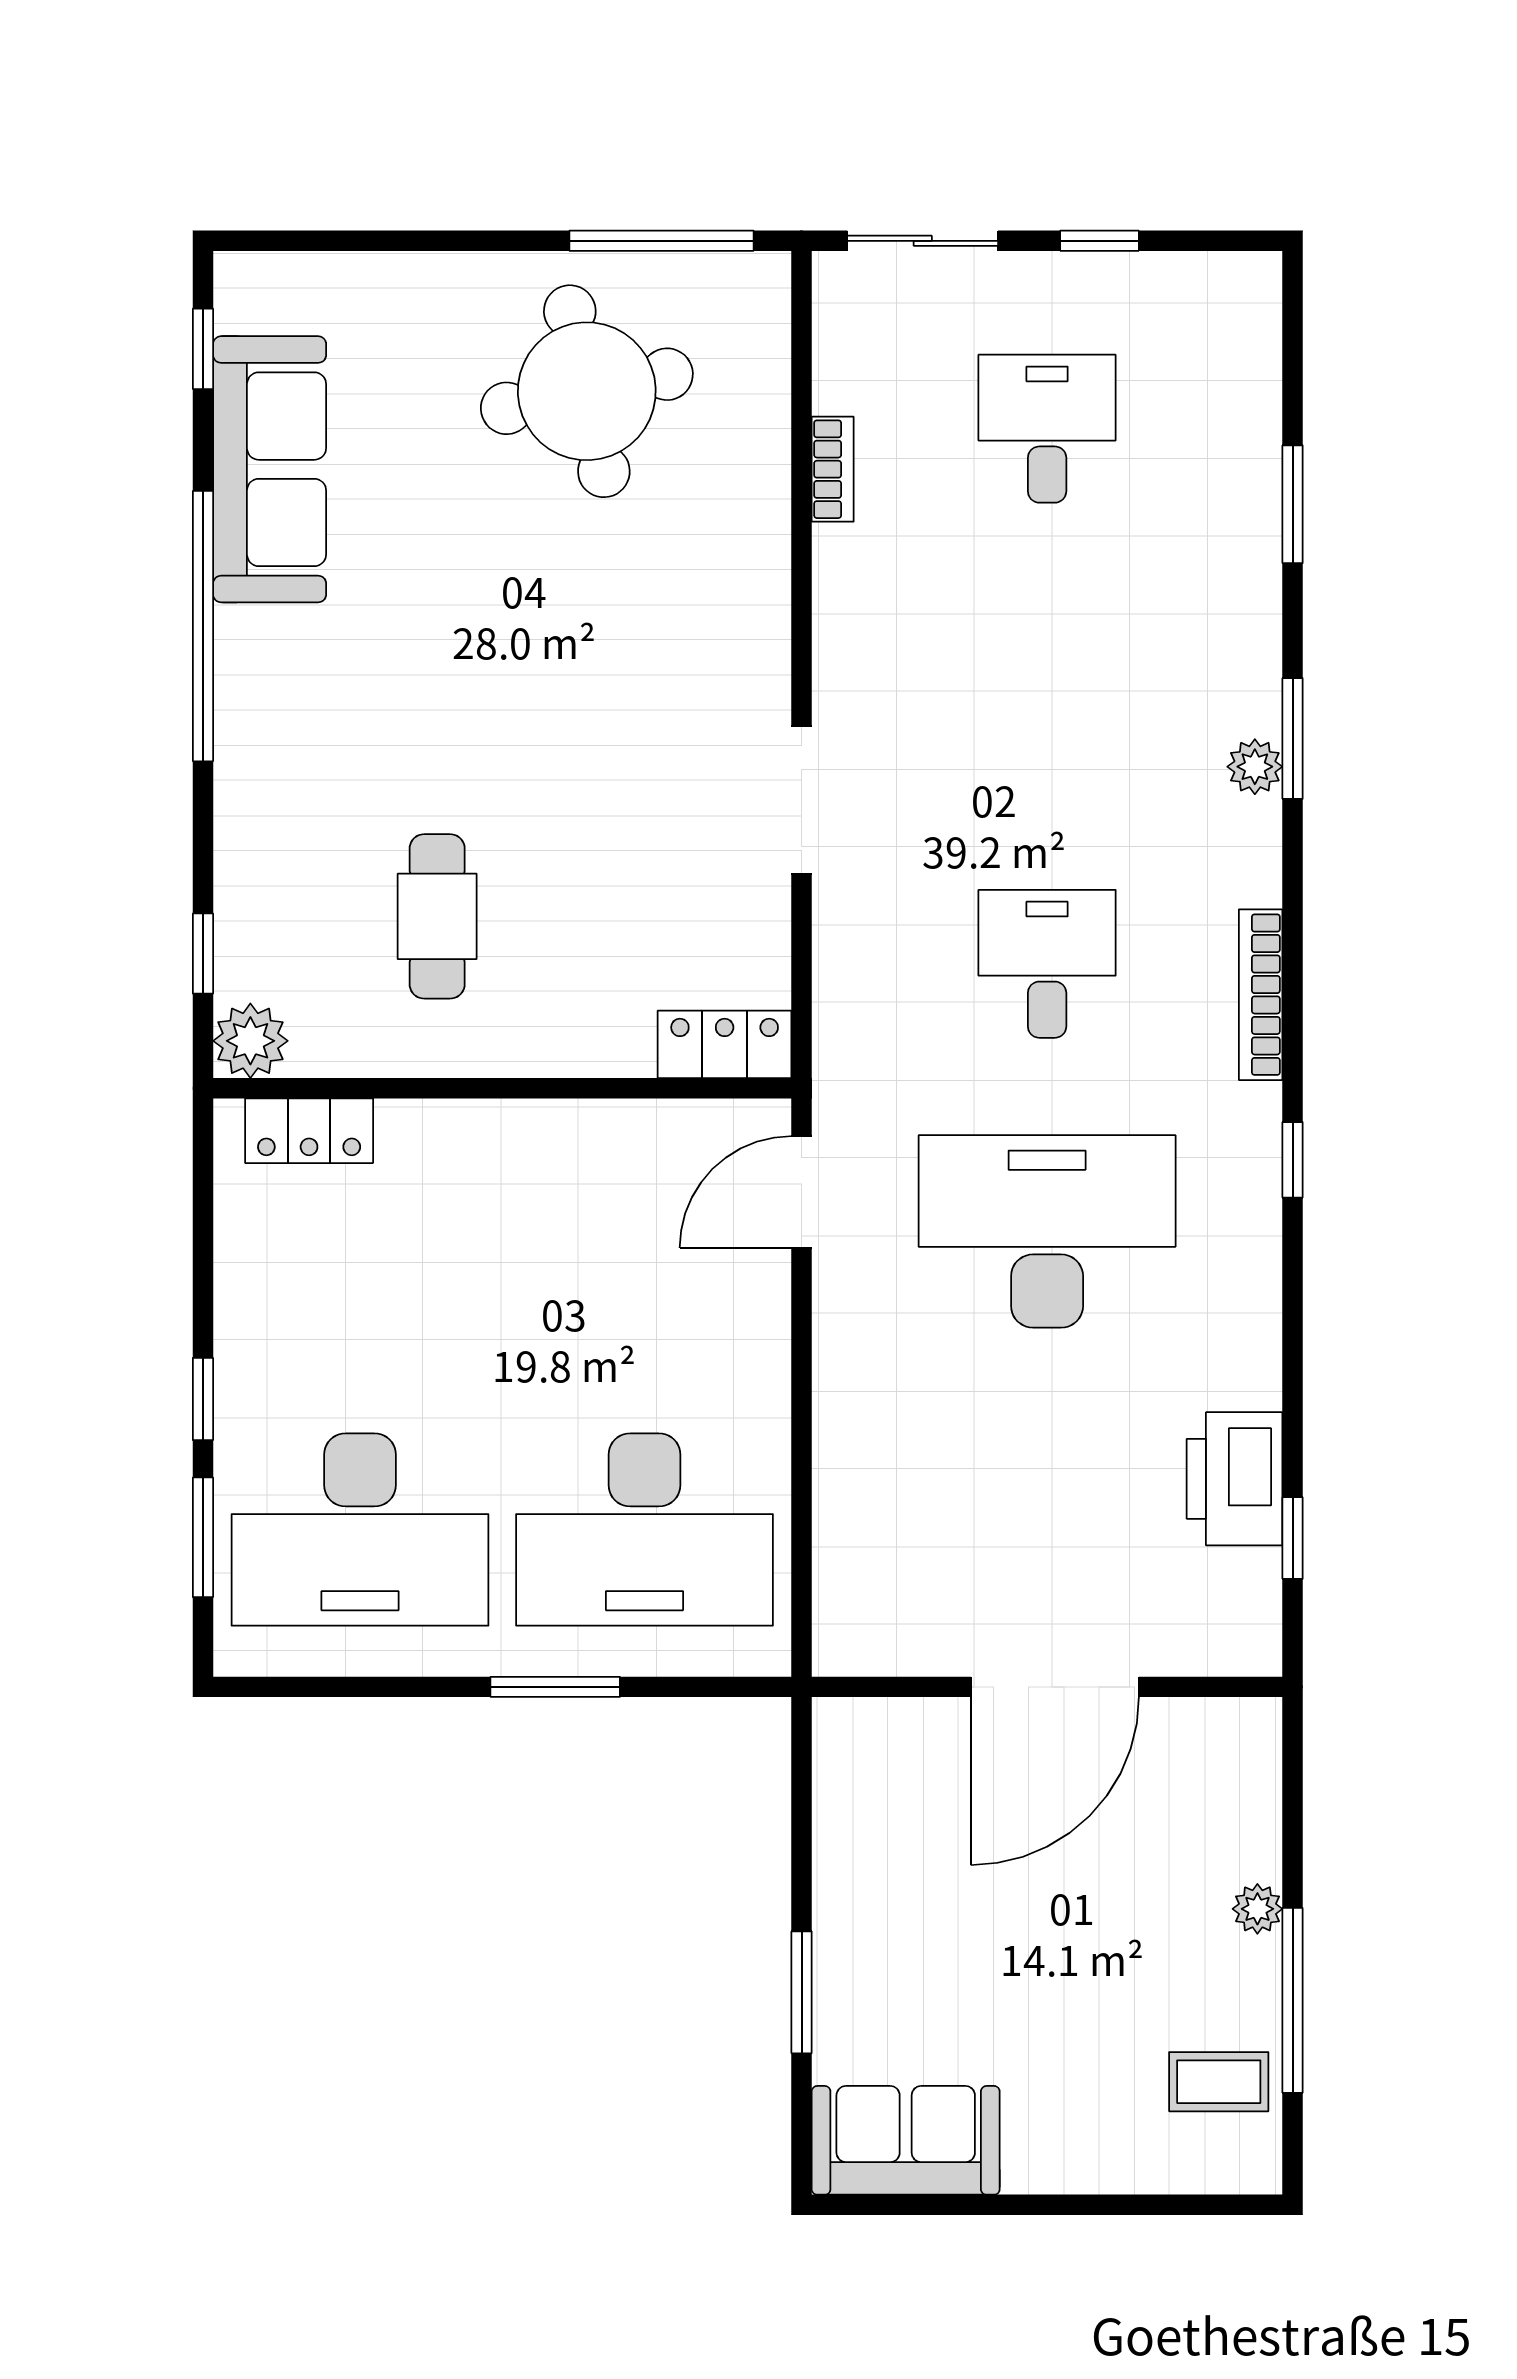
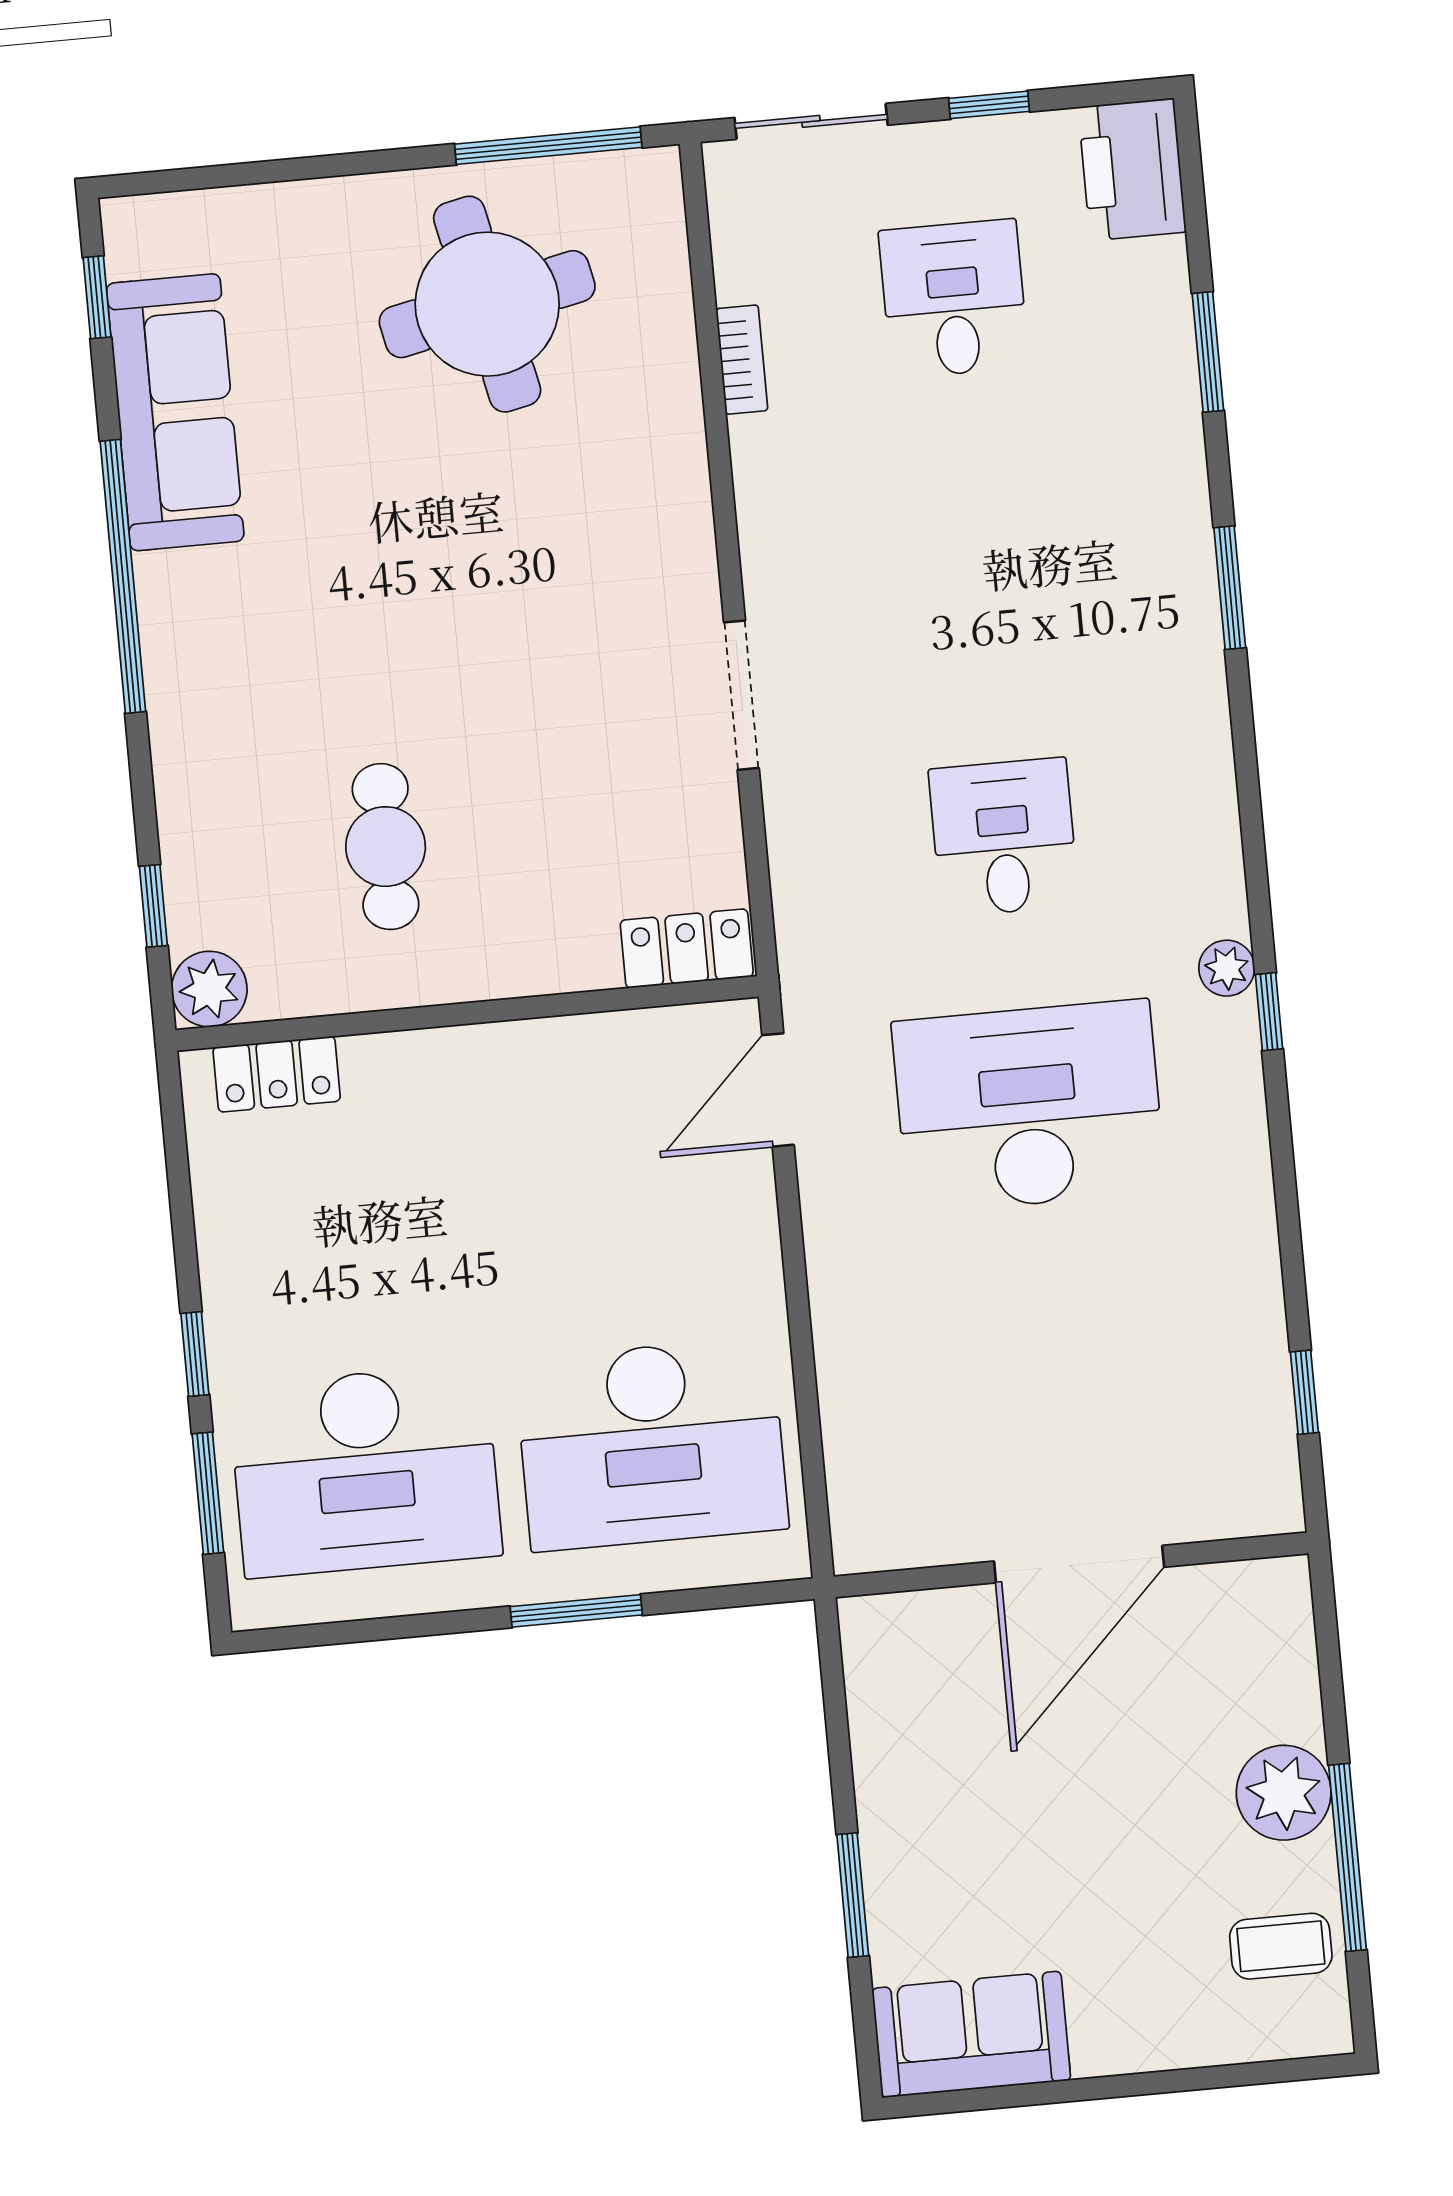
plant: (1255, 767) -> (1227, 968), moved
bookcase: (1261, 995) -> (1222, 848), removed
printer: (1235, 1479) -> (1132, 169), moved
plant: (1257, 1909) -> (1284, 1793), width x1.88, depth x1.88

